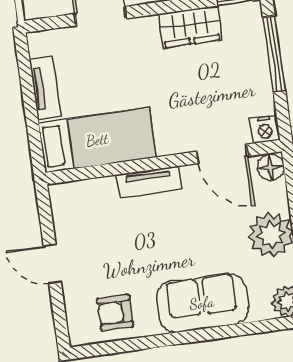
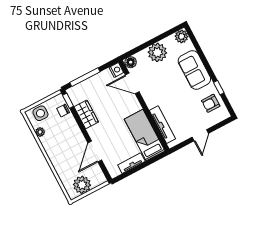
door: (222, 154) -> (132, 83), swing flipped
tv unit: (149, 182) -> (162, 125), moved, width x1.41
armchair: (115, 313) -> (211, 103), turned 90
window: (144, 343) -> (219, 88), added

